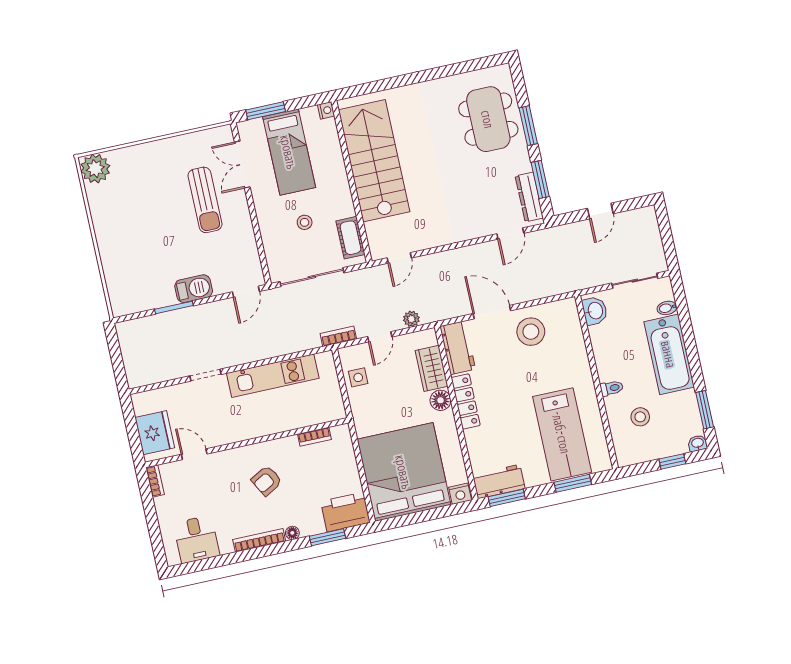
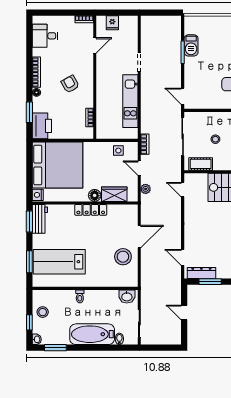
barbecue: (194, 289) -> (191, 45), moved
workbench: (458, 348) -> (123, 212), removed
stool: (640, 417) -> (43, 312), moved
fridge: (155, 433) -> (112, 23), width x0.53, depth x0.75

